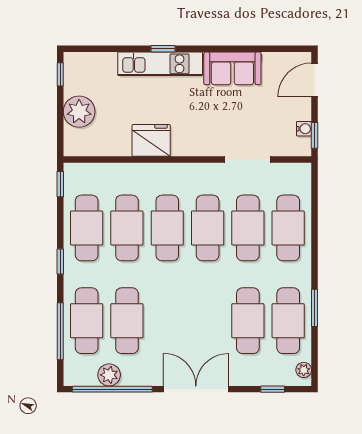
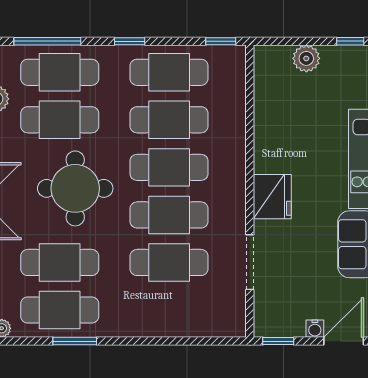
door: (315, 80) -> (344, 341), hinge flipped
plant: (79, 112) -> (306, 58), width x0.73, depth x0.73
water cooler: (304, 129) -> (315, 329), moved
fridge: (151, 140) -> (272, 197), moved
cafe table: (288, 228) -> (169, 310), removed
round table: (185, 308) -> (75, 188), added

